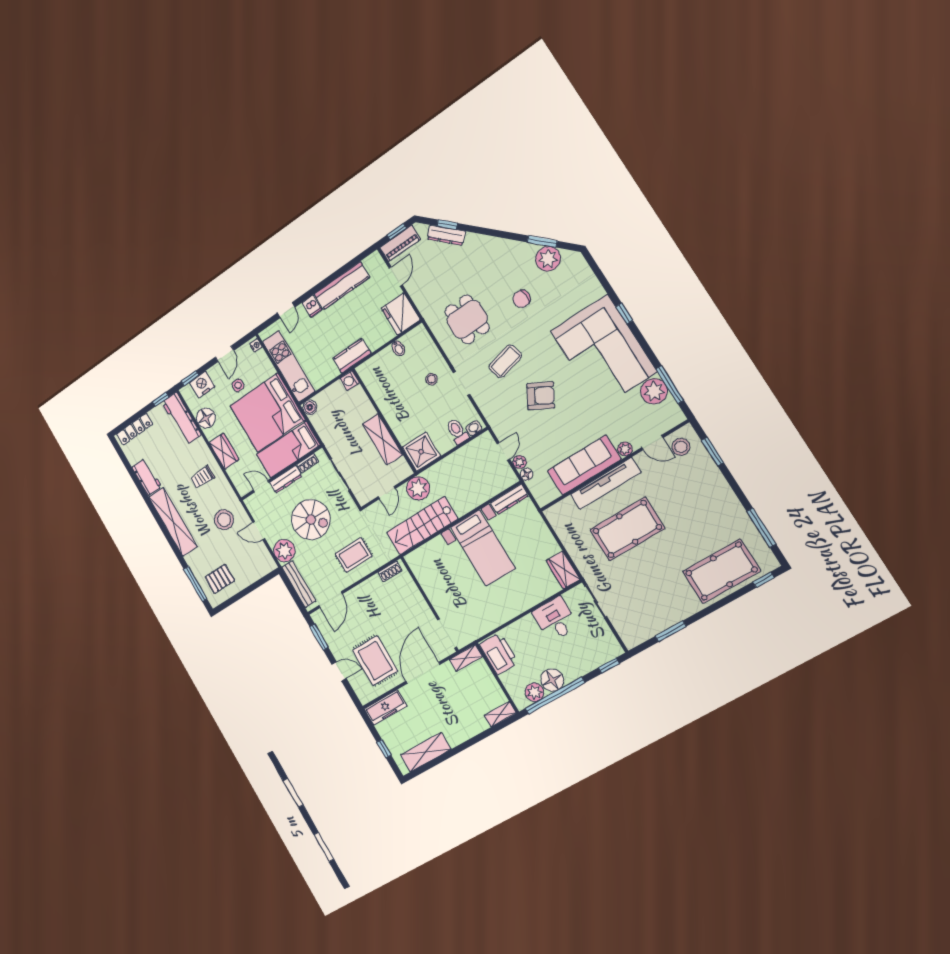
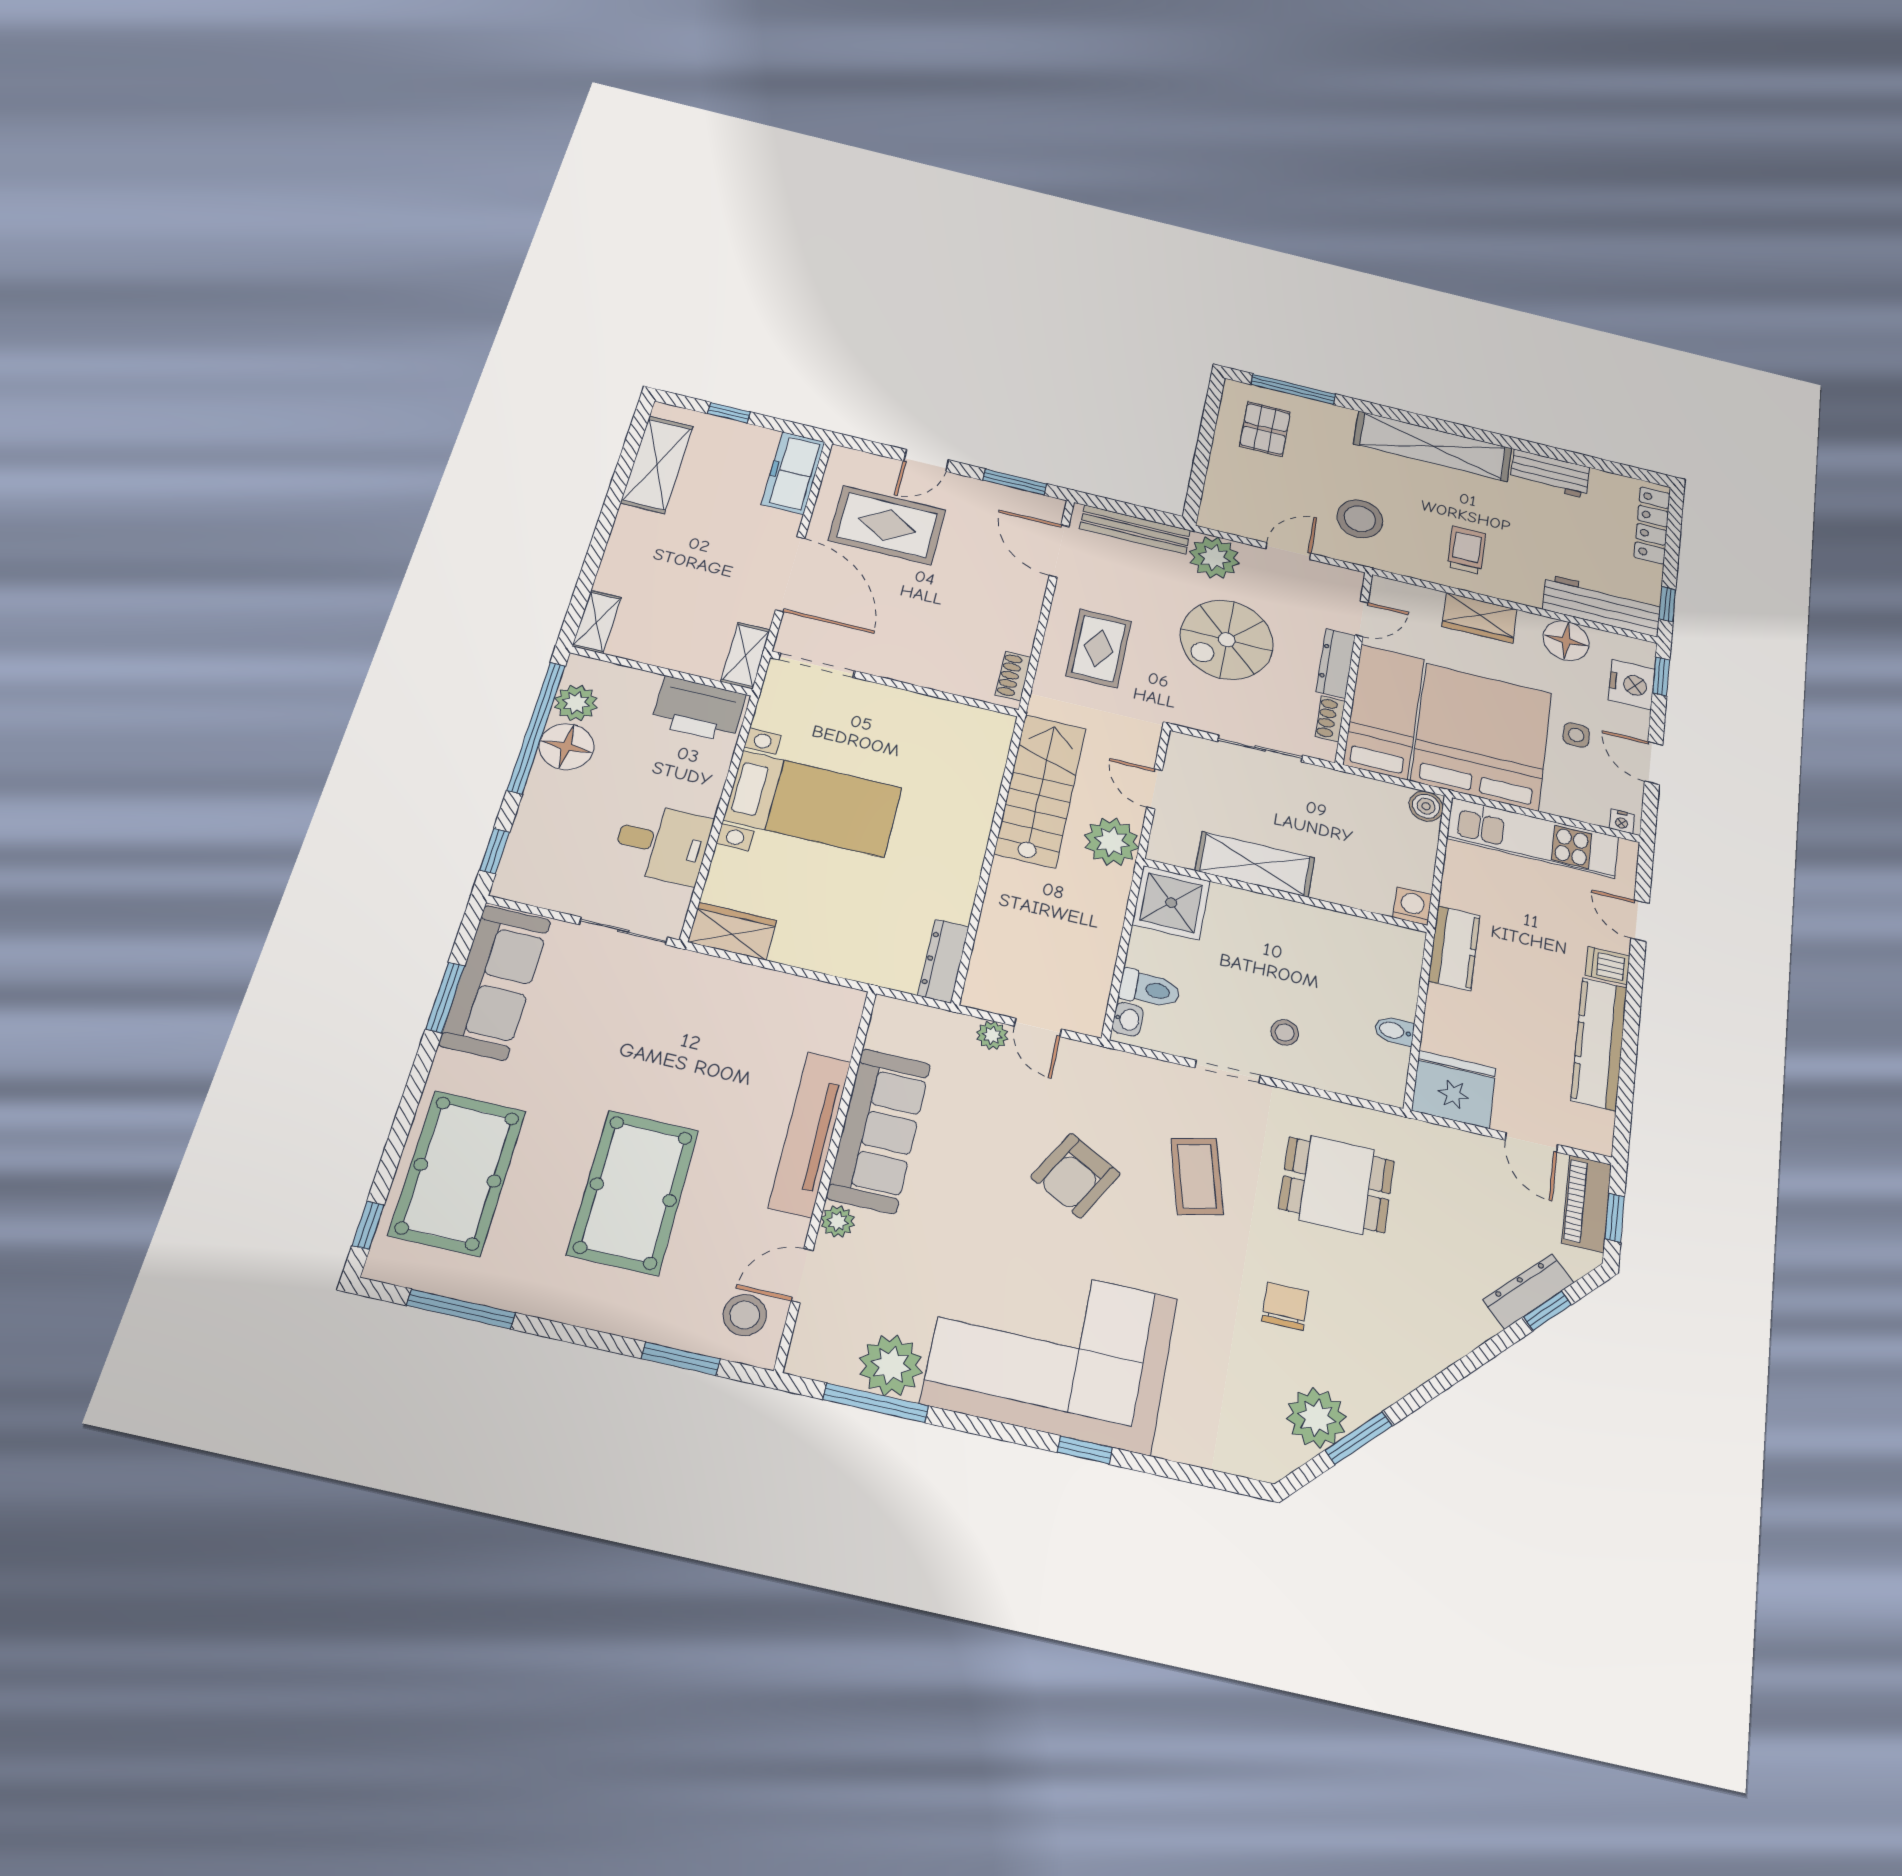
floor lamp: (527, 474) -> (959, 1027), removed
pool table: (627, 529) -> (633, 1192), moved
bed with nightstands: (483, 548) -> (813, 804), moved, turned 180
sofa: (651, 622) -> (495, 982), added

